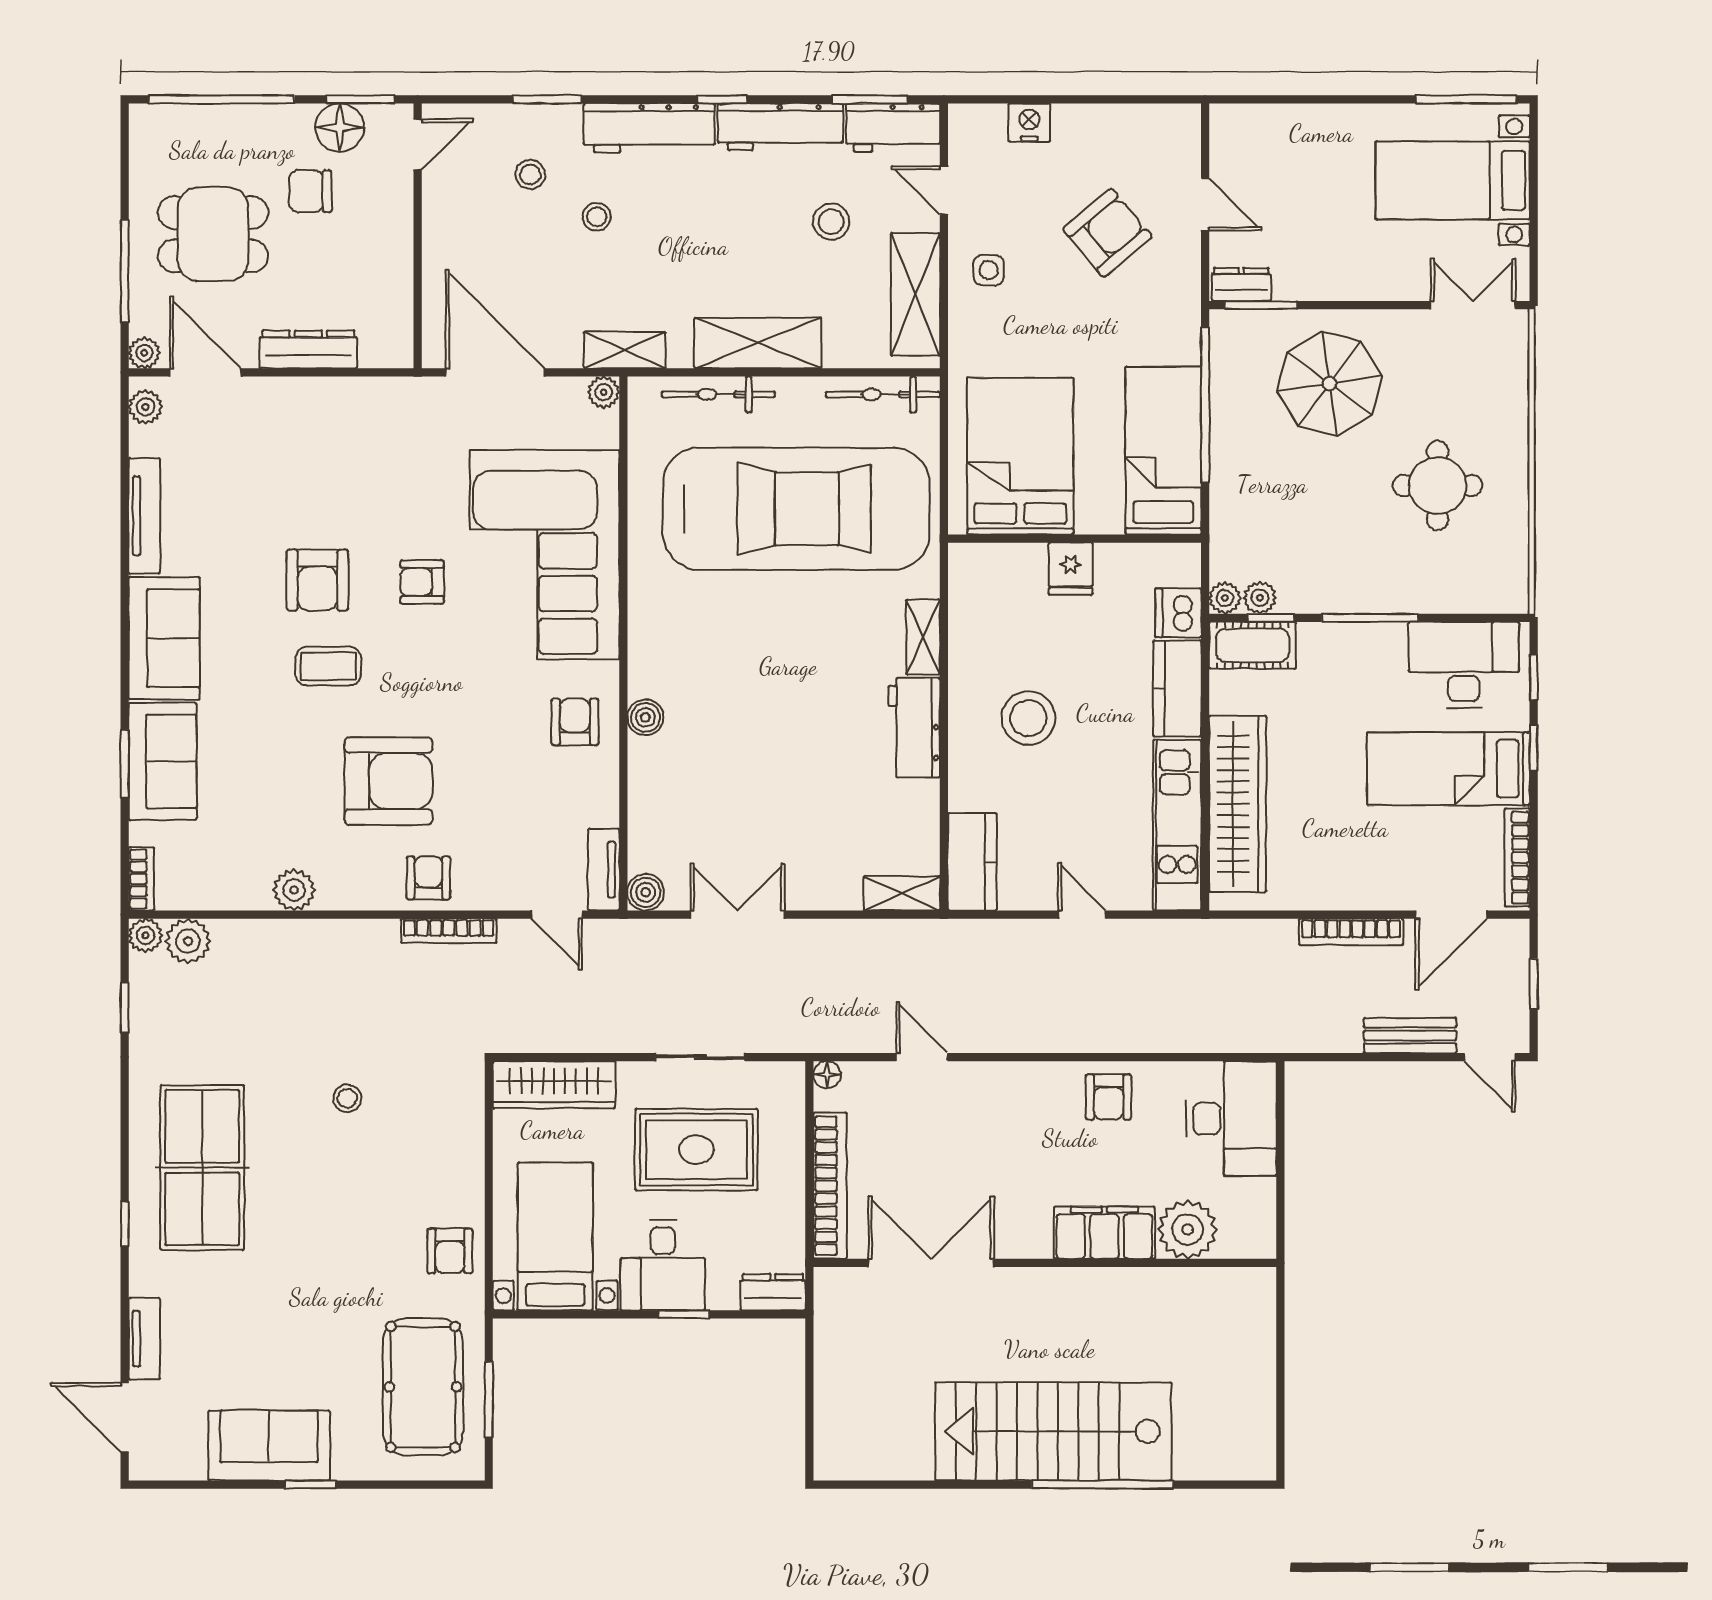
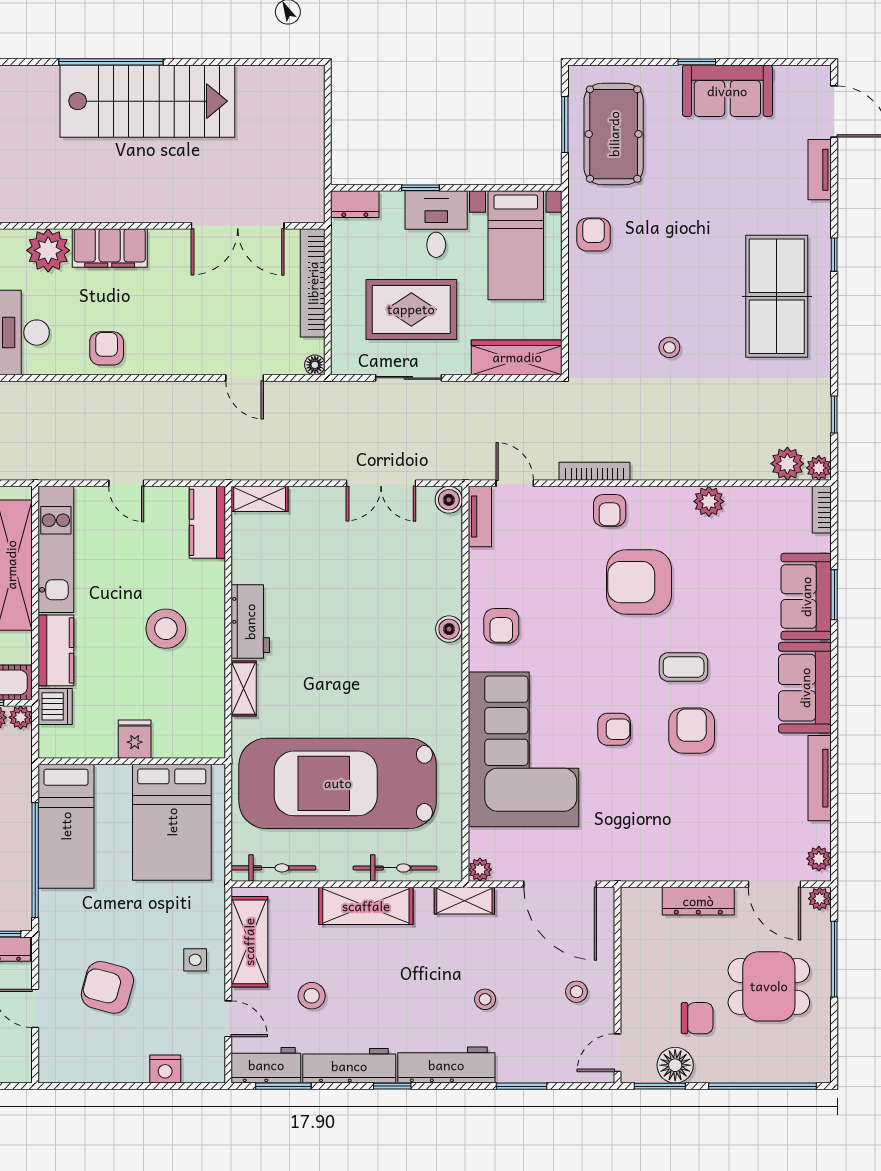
stool: (530, 175) -> (576, 992), moved
armchair: (1107, 233) -> (107, 987), turned 55

